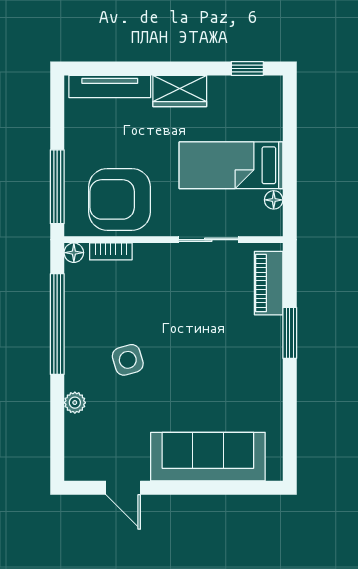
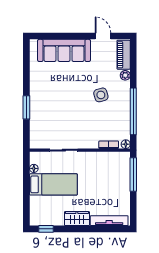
armchair: (120, 199) -> (105, 169), removed
piano: (269, 283) -> (124, 55), moved, turned 180

